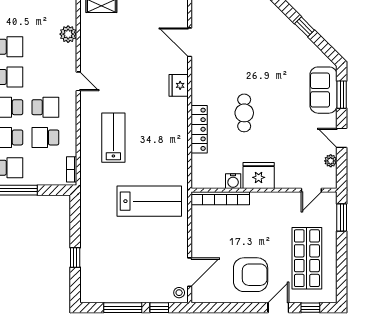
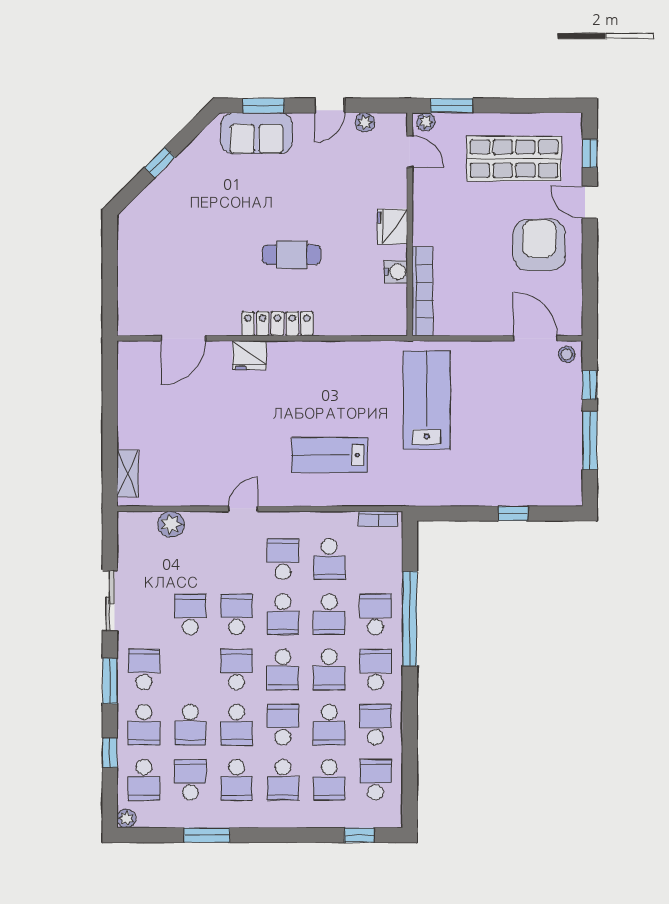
locker: (199, 129) -> (277, 324), moved
fridge: (259, 175) -> (392, 226), width x0.73, depth x0.75
plant: (331, 201) -> (426, 122), added

